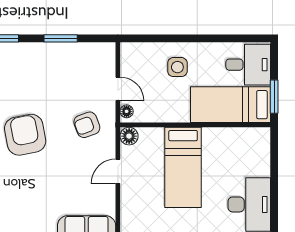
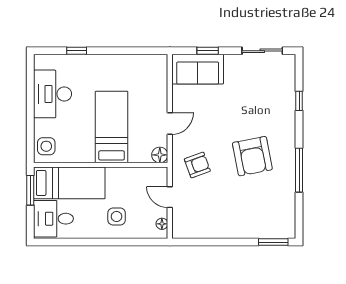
window: (61, 38) -> (221, 242), removed
floor lamp: (127, 111) -> (162, 224), moved
side table: (256, 146) -> (46, 146), added

